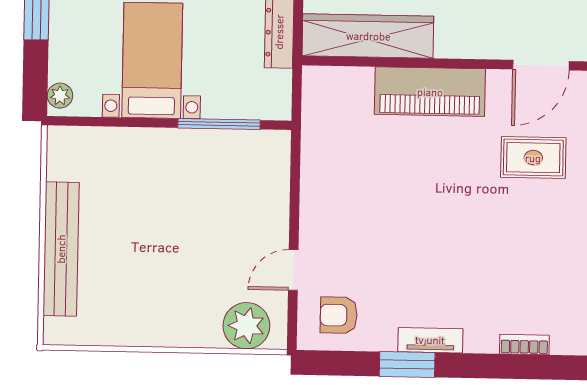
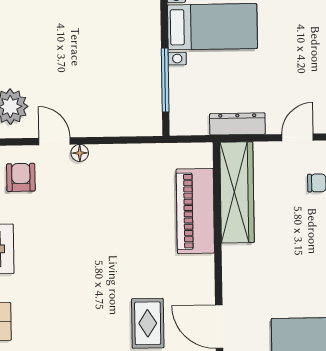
piano: (430, 92) -> (195, 211), moved
floor lamp: (310, 238) -> (80, 153), added

